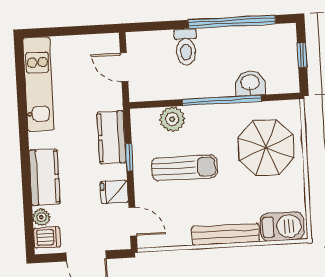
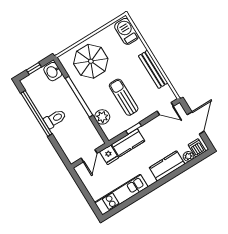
toilet: (186, 47) -> (55, 119), moved
washbasin: (250, 83) -> (53, 72), moved
fridge: (114, 192) -> (109, 155), moved
door: (133, 222) -> (165, 109), swing flipped
bench: (226, 234) -> (153, 69), moved

